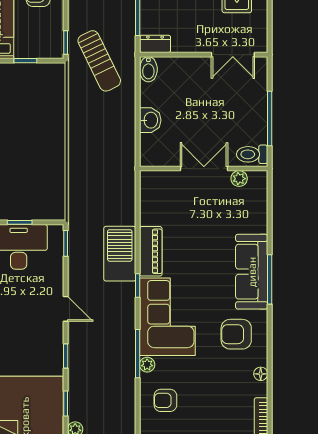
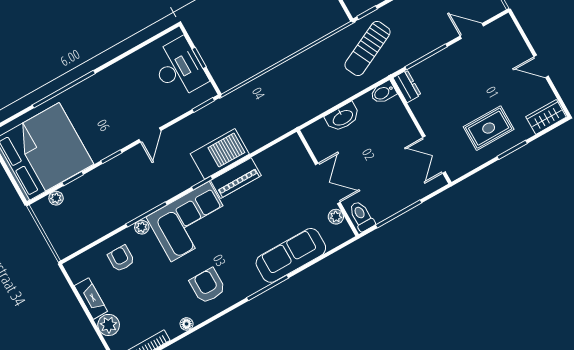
washbasin: (150, 120) -> (343, 117), width x1.38
sofa: (252, 272) -> (291, 255), moved

